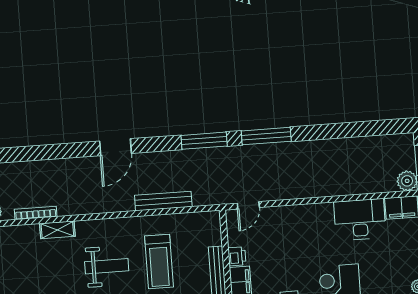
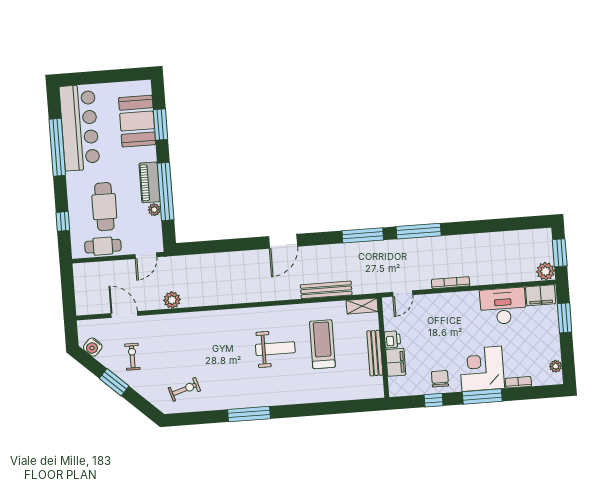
bookcase: (36, 213) -> (451, 283), moved
shelving: (57, 230) -> (362, 306), moved
treadmill: (159, 262) -> (322, 344), turned 180

